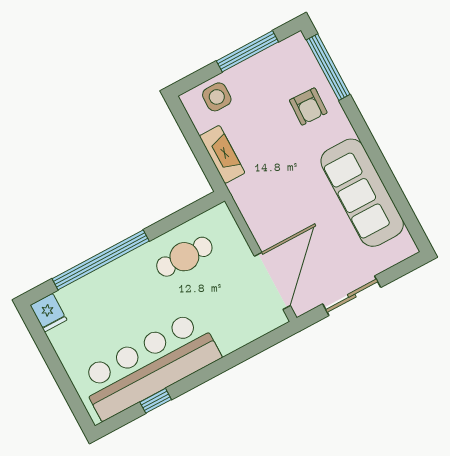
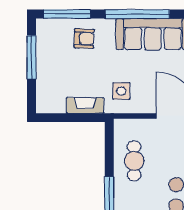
side table: (217, 97) -> (121, 91), moved
window: (377, 158) -> (137, 14), added

